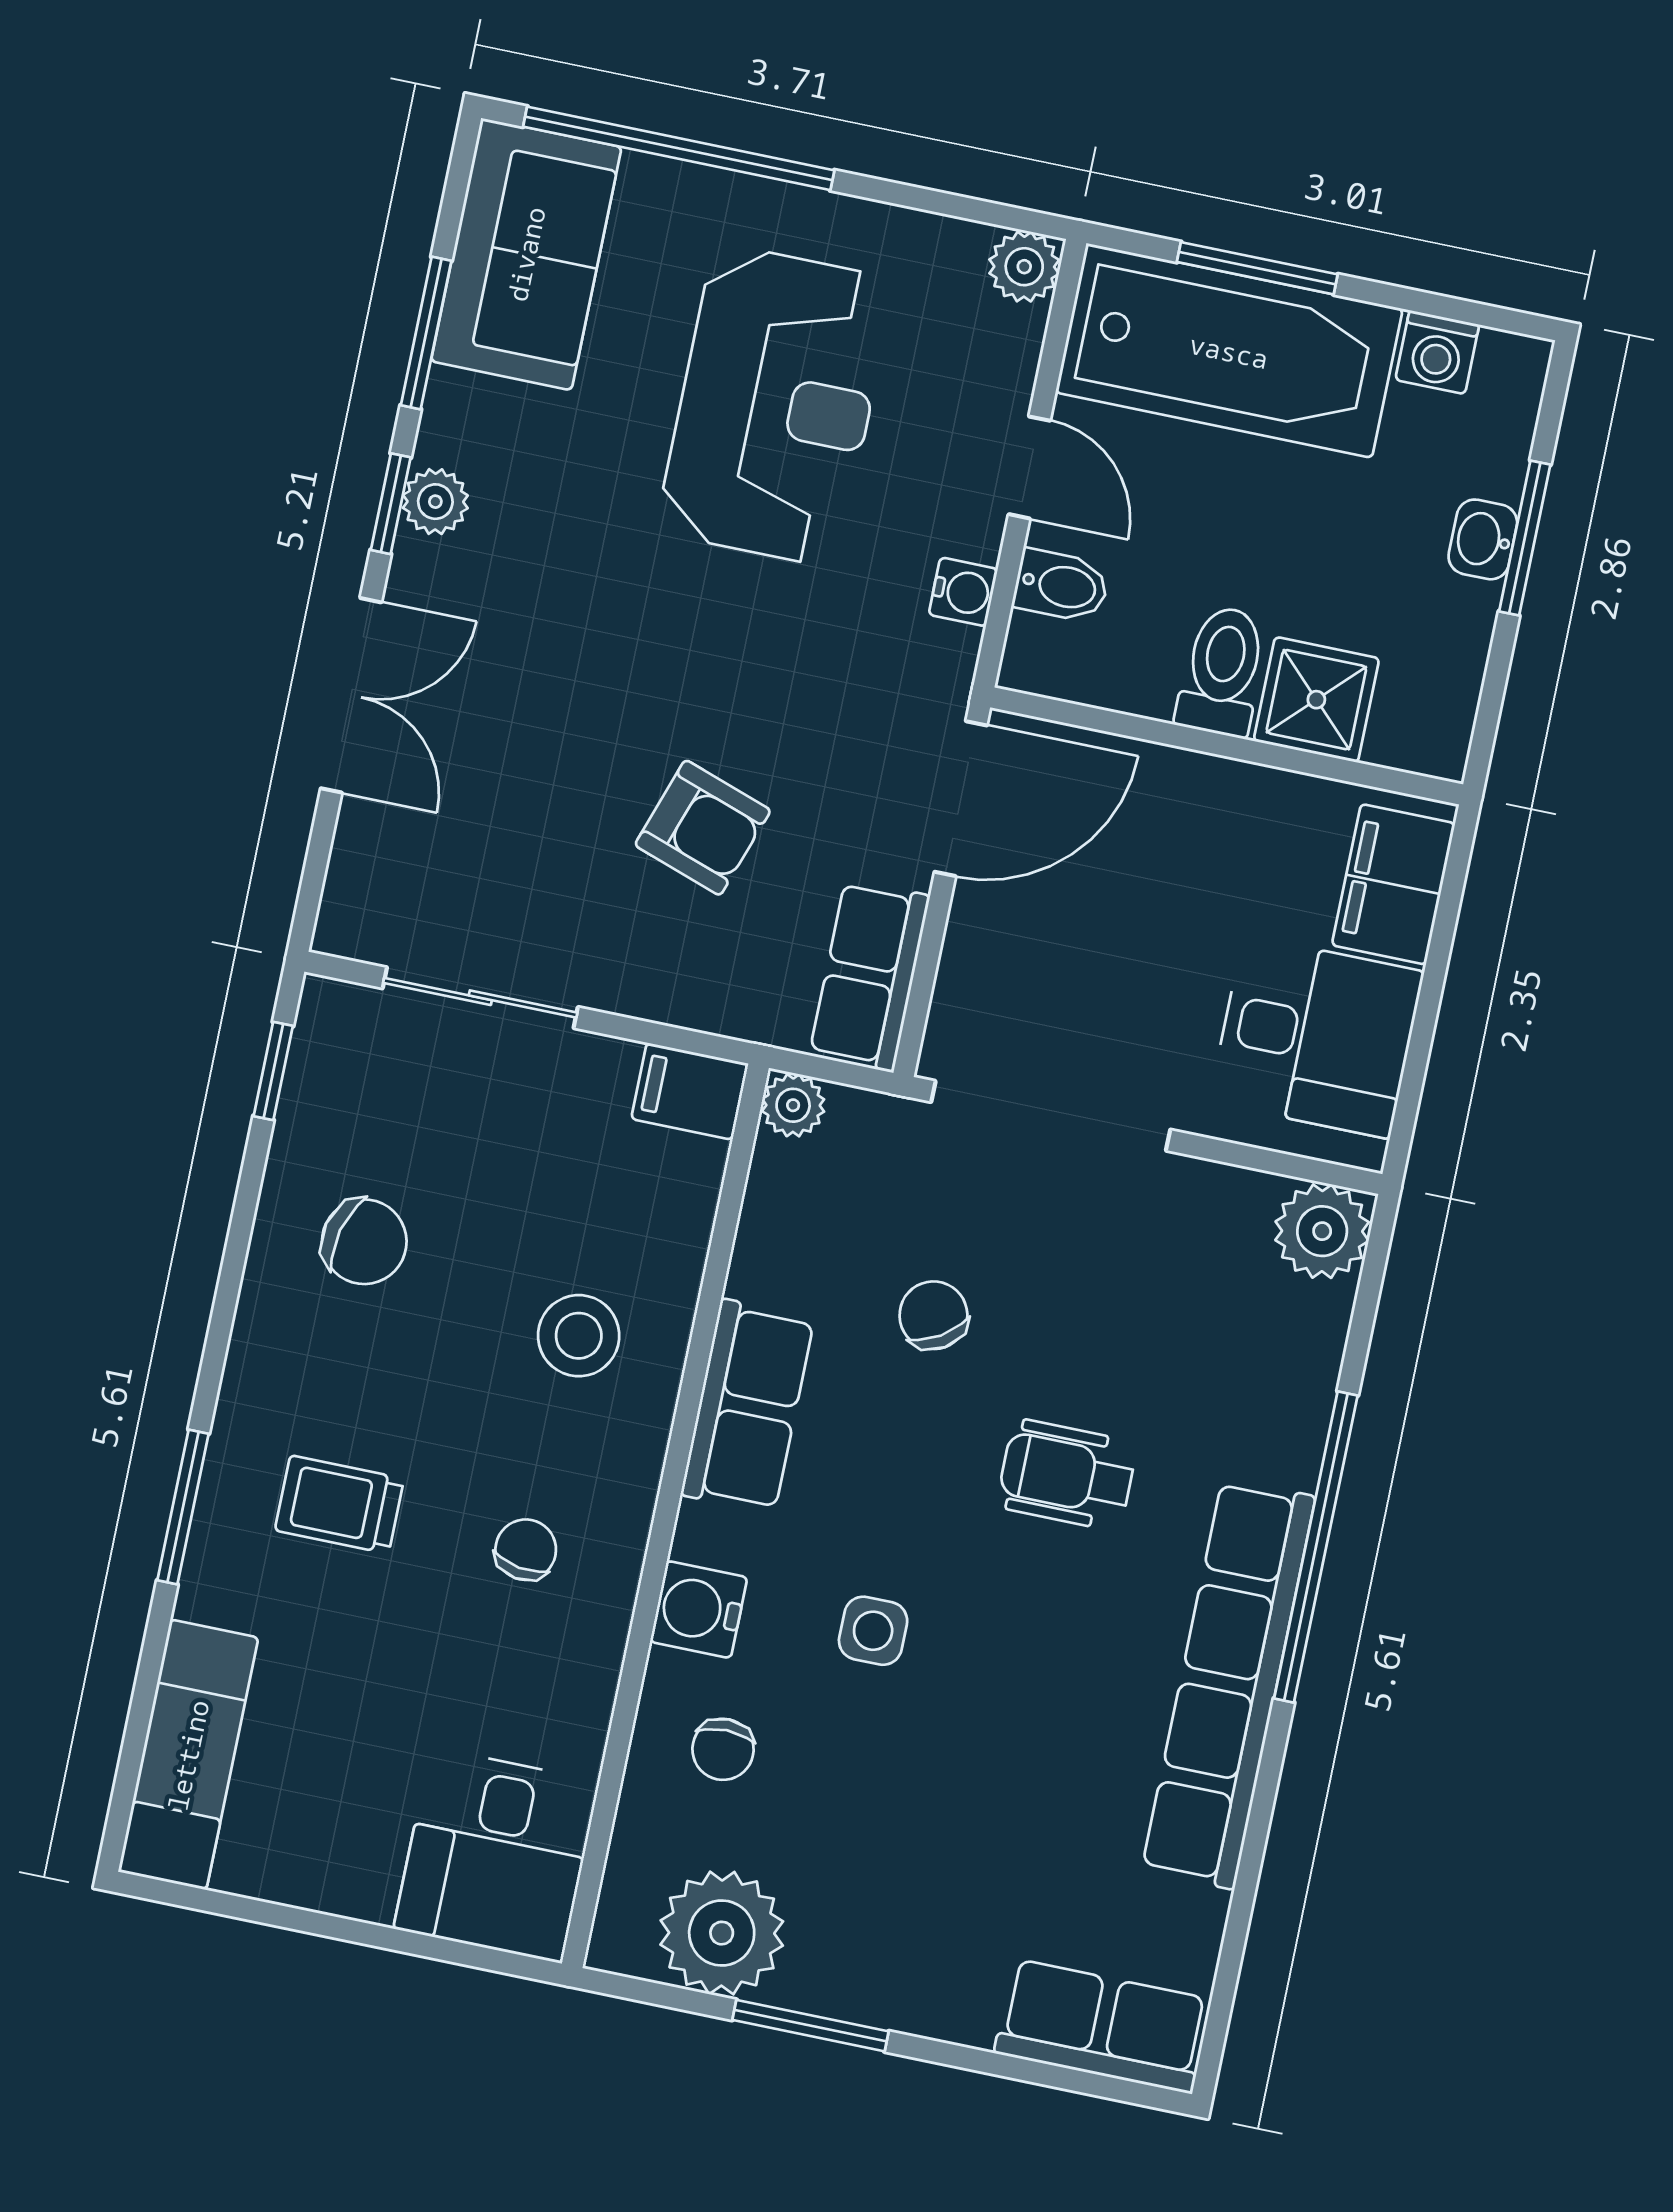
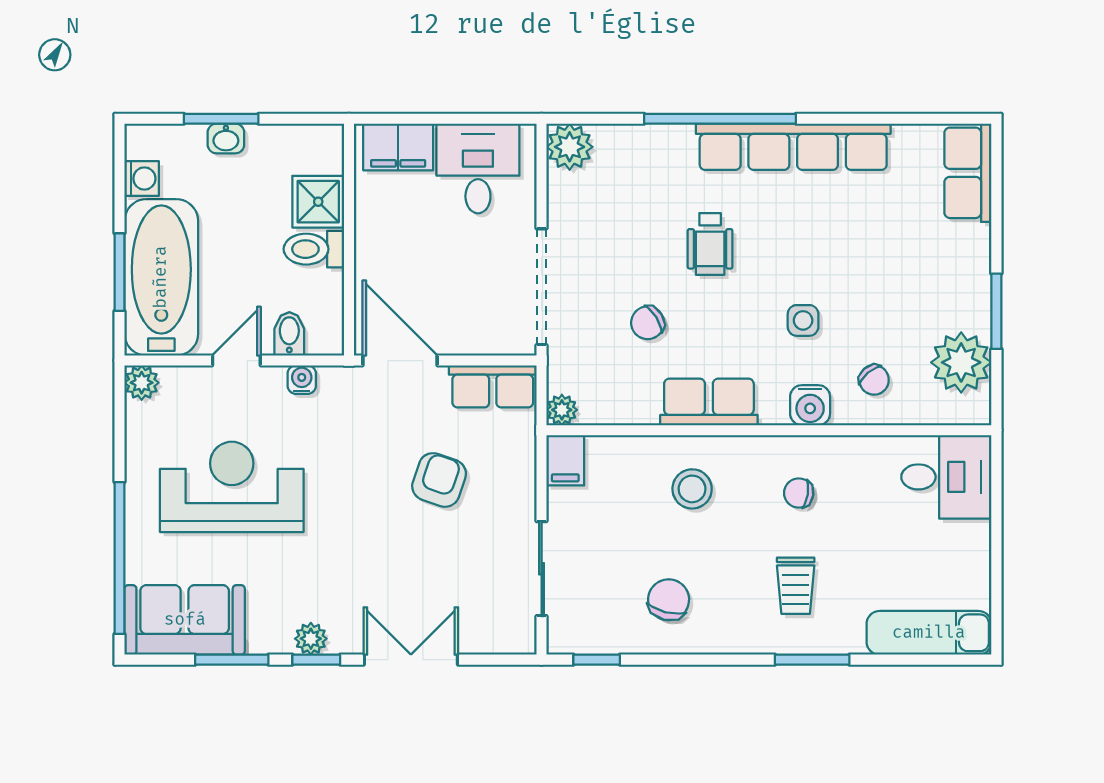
chair: (723, 1749) -> (874, 380), turned 50

